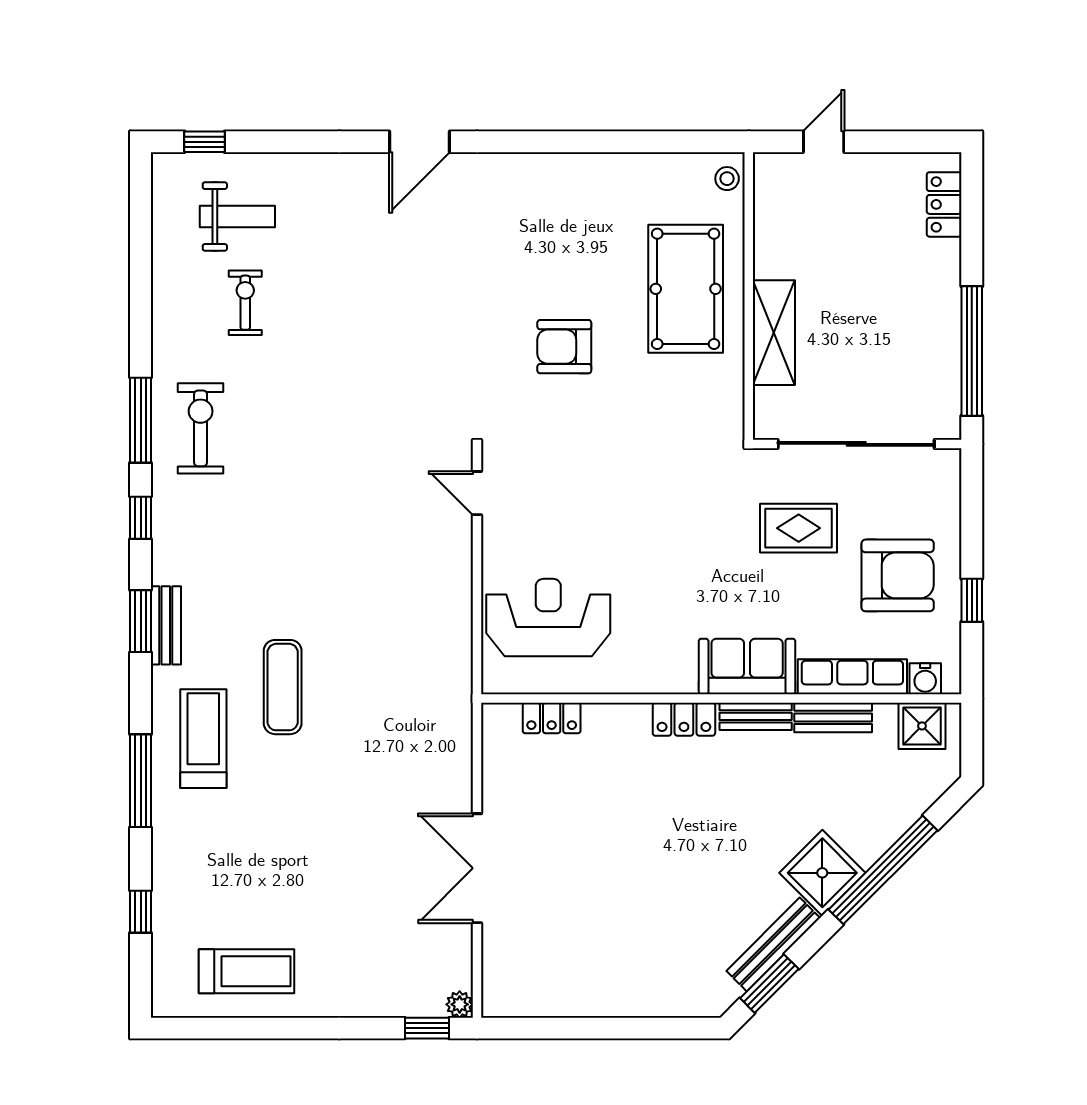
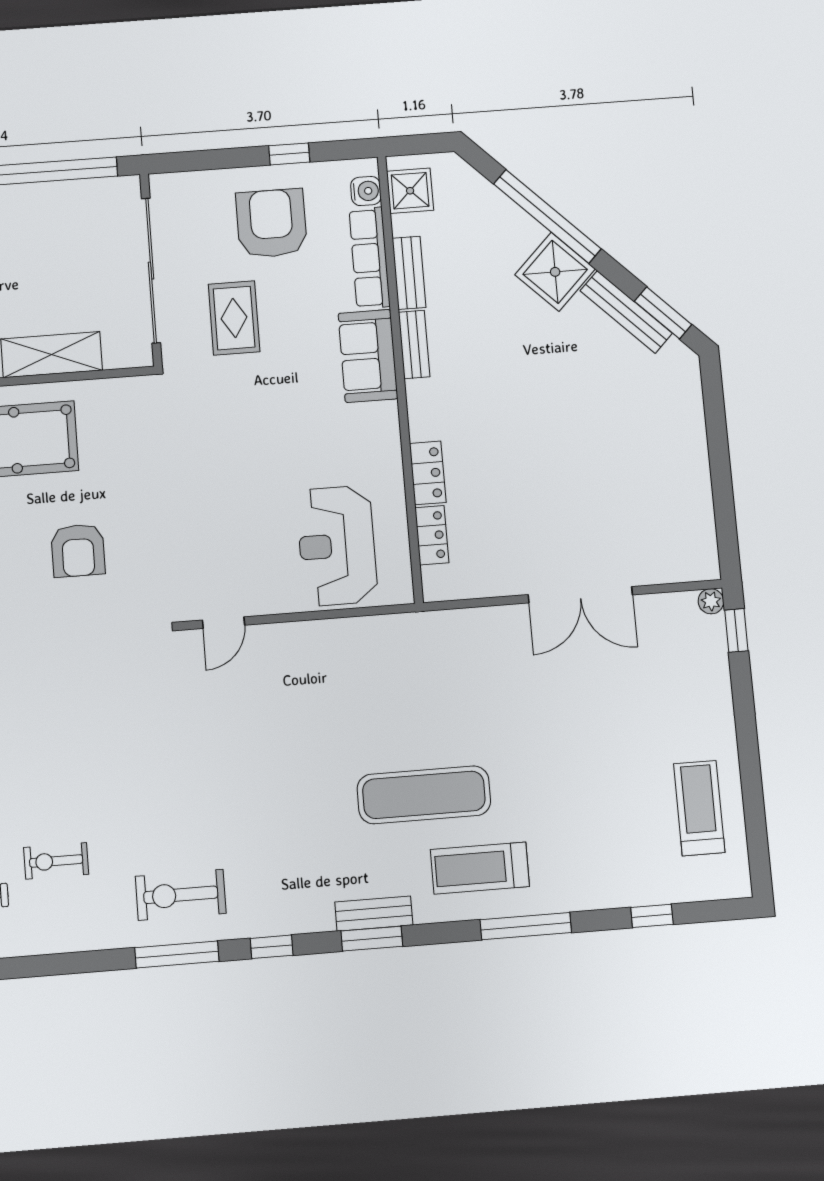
exercise mat: (283, 687) -> (424, 795), width x1.36, depth x1.45
locker: (684, 719) -> (428, 473), moved

